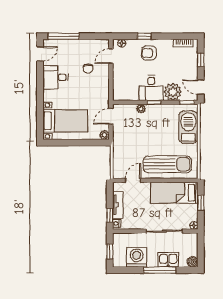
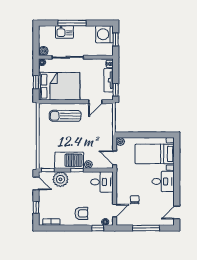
window: (64, 36) -> (146, 228), moved
window: (144, 36) -> (98, 228), moved
desk: (56, 77) -> (163, 181), moved
desk: (151, 88) -> (102, 182), moved, turned 90
door: (111, 116) -> (115, 158), swing flipped
barbecue: (188, 127) -> (69, 160), moved, turned -90
sun lounger: (167, 164) -> (65, 116), width x0.73, depth x0.75
bed: (174, 193) -> (59, 86), width x1.50
window: (110, 215) -> (116, 90), moved
washing machine: (137, 257) -> (104, 34), moved, turned 90
boiler: (192, 262) -> (43, 51), moved

